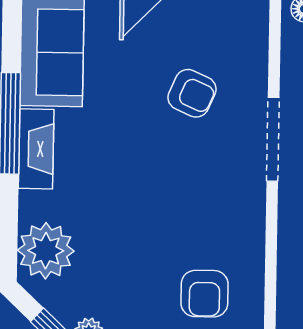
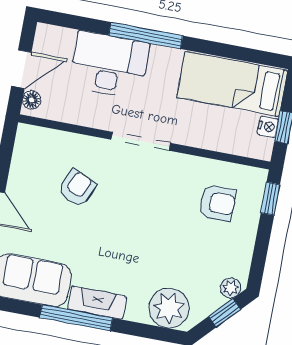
doorway: (273, 139) -> (141, 141), moved

